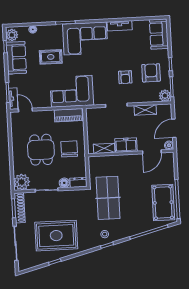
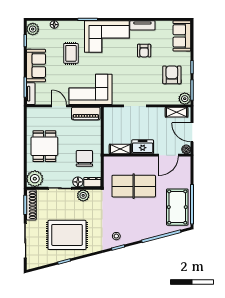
rug: (51, 57) -> (71, 53), turned 90
sofa: (16, 58) -> (36, 66), moved
armchair: (125, 77) -> (144, 51), moved
door: (25, 110) -> (59, 106), moved
shelving: (145, 110) -> (177, 112), moved
door: (174, 128) -> (192, 132), hinge flipped
chair: (69, 149) -> (84, 158), moved
dining table: (41, 150) -> (44, 146), moved
plant: (70, 196) -> (83, 195), added
table tennis table: (108, 198) -> (134, 186), moved, turned 90

